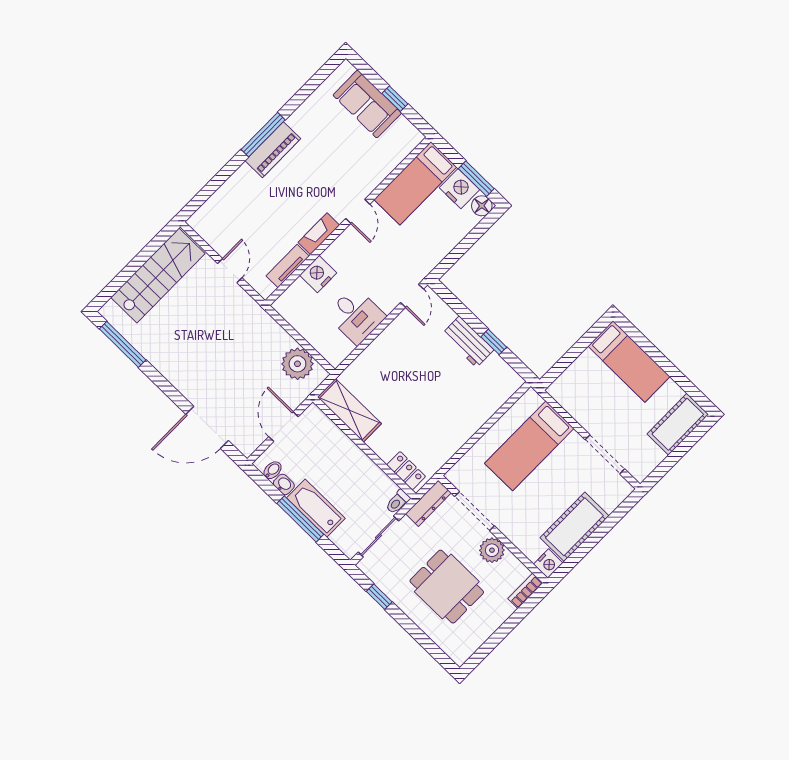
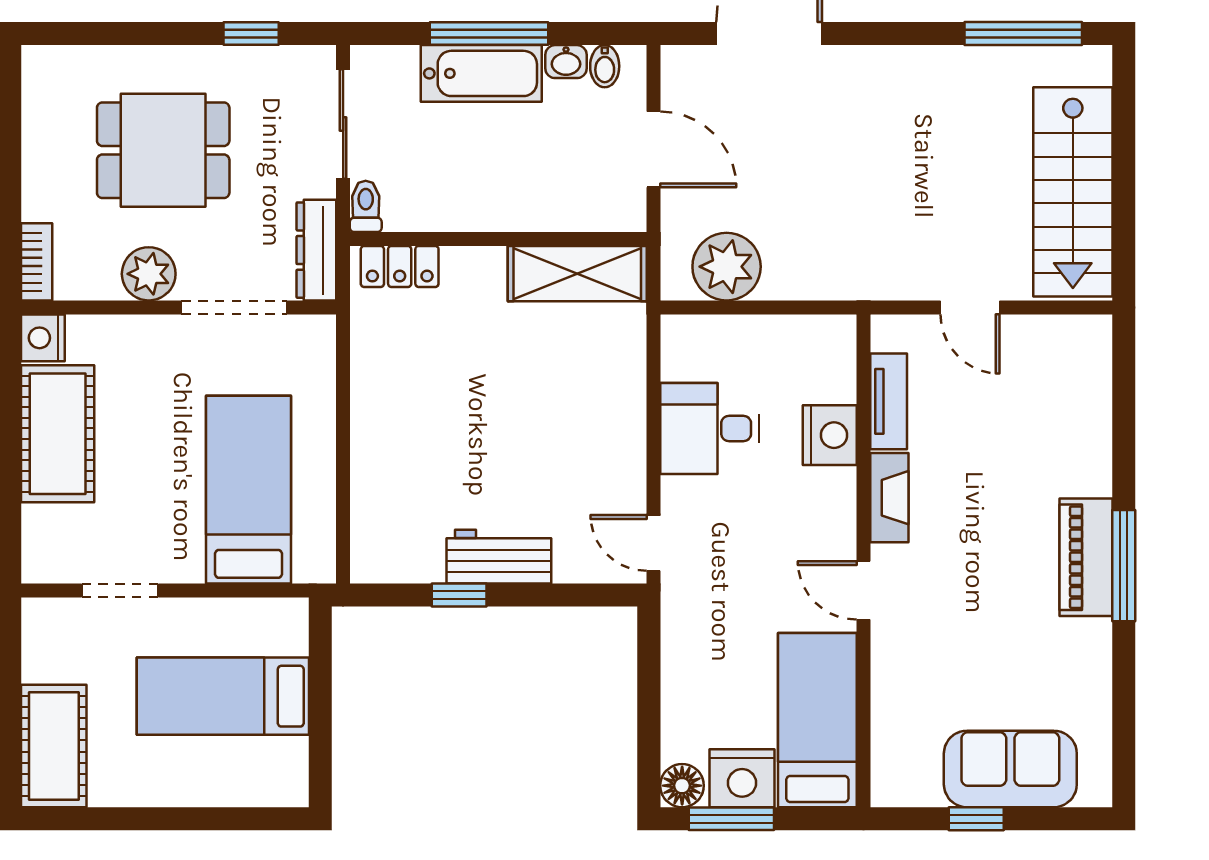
bed: (629, 361) -> (223, 696), moved
doorway: (605, 454) -> (120, 590), width x0.73

